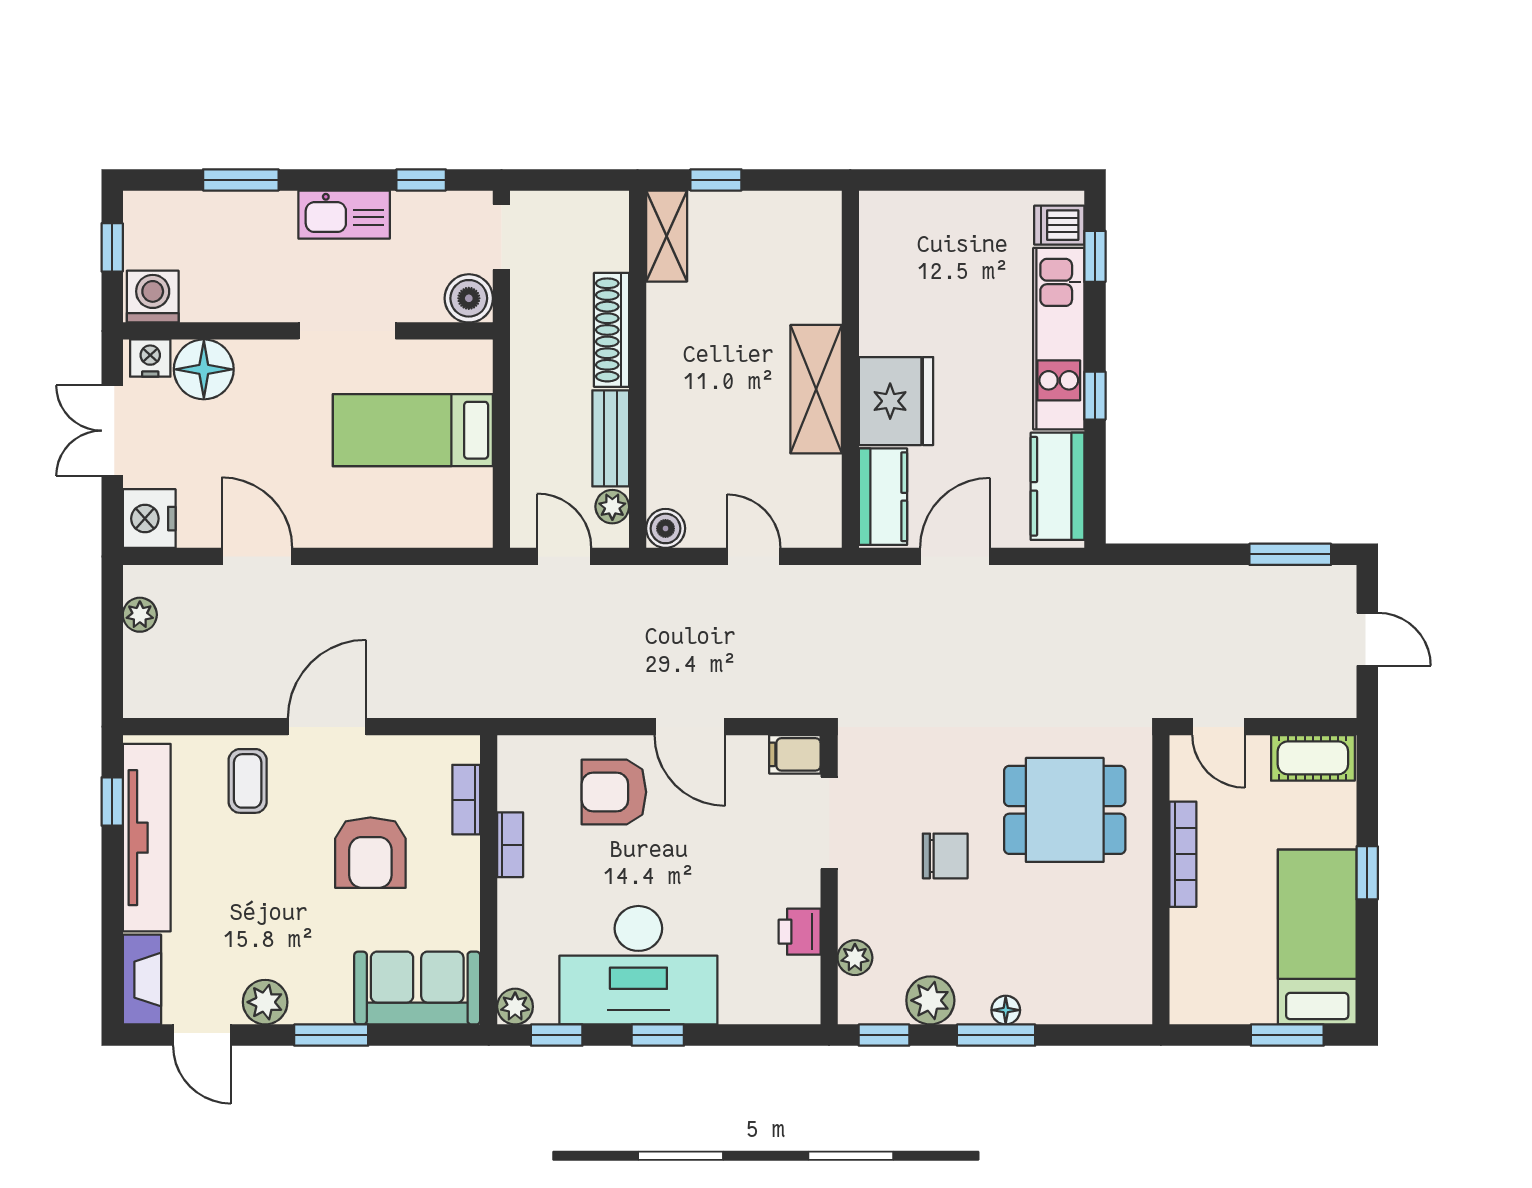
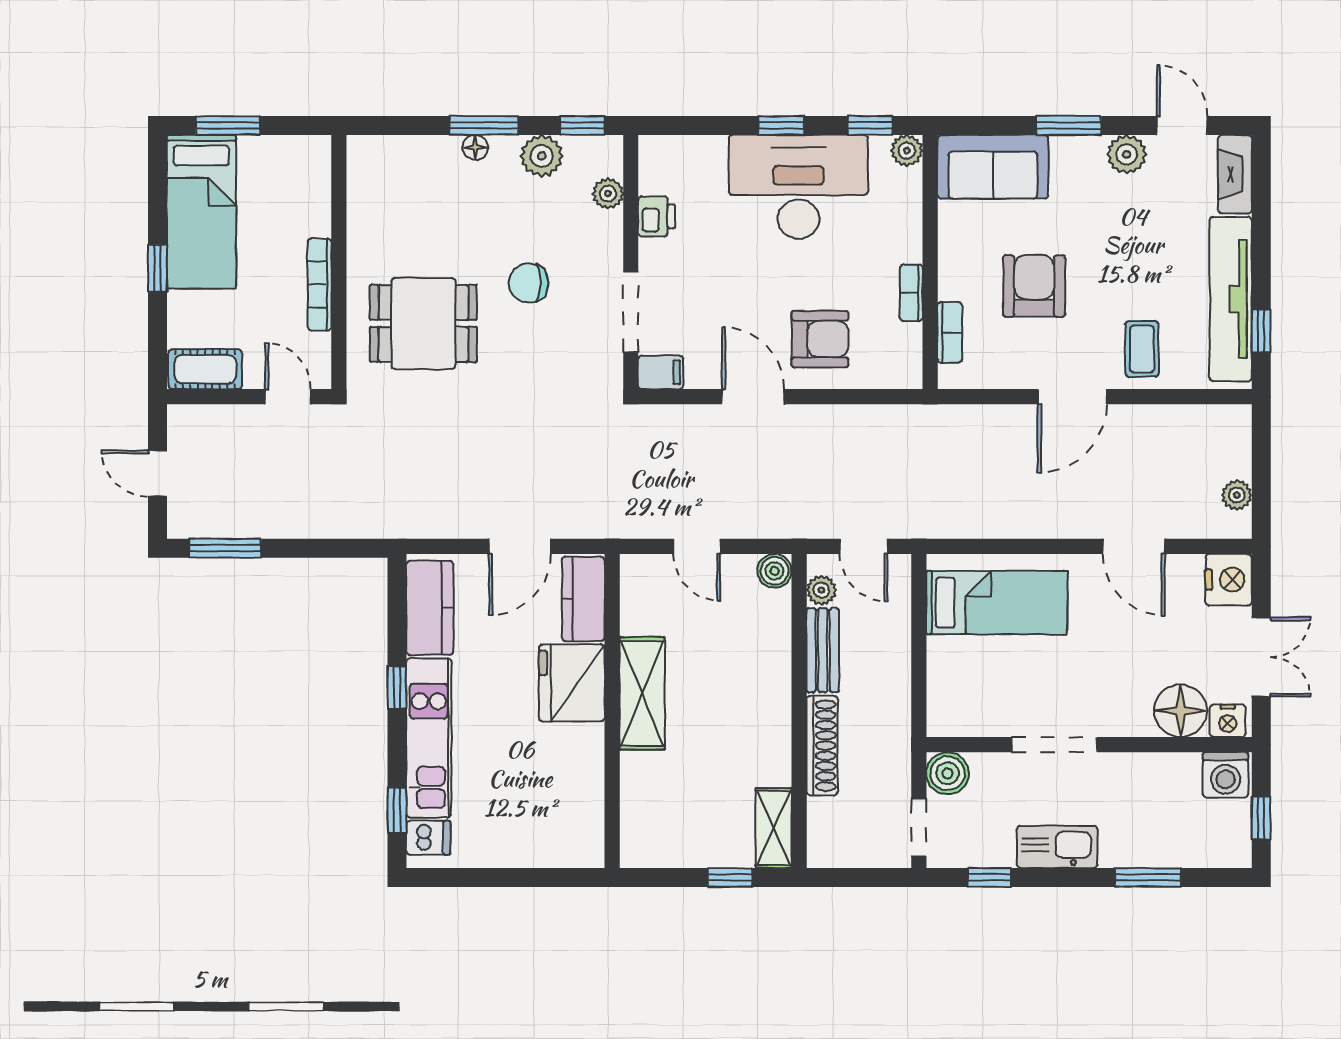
bed: (413, 430) -> (997, 603), moved

